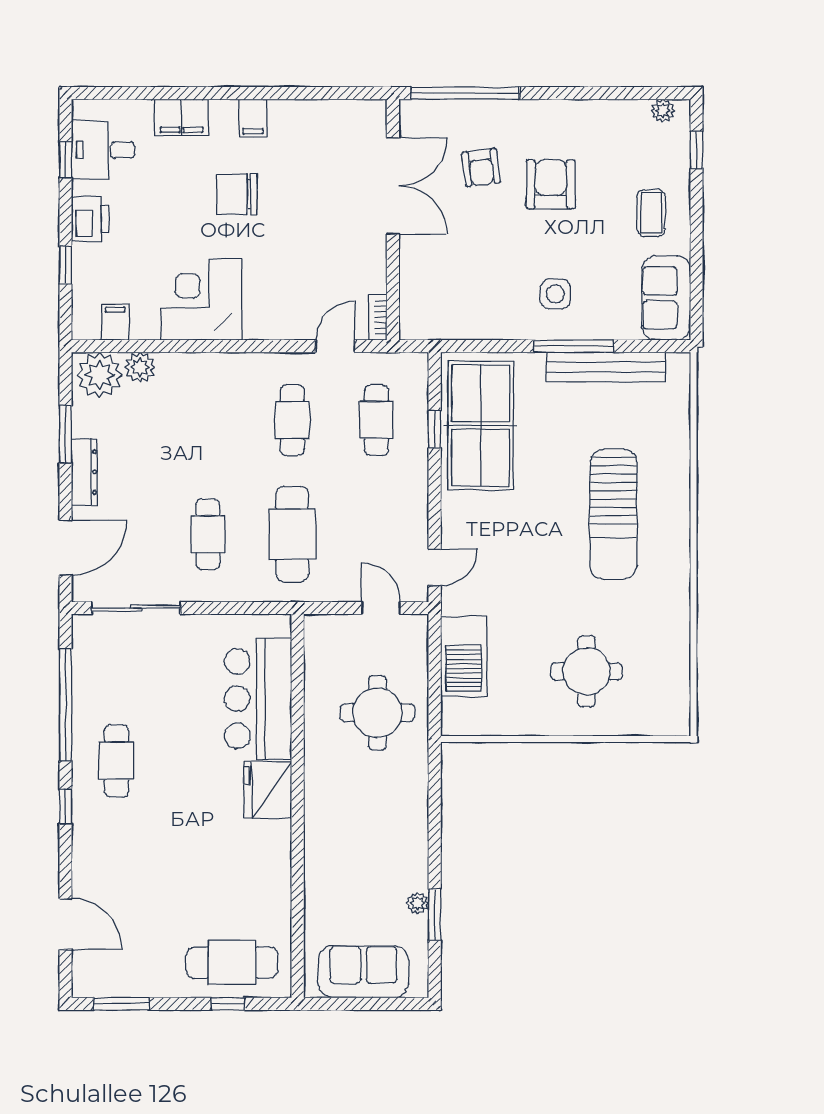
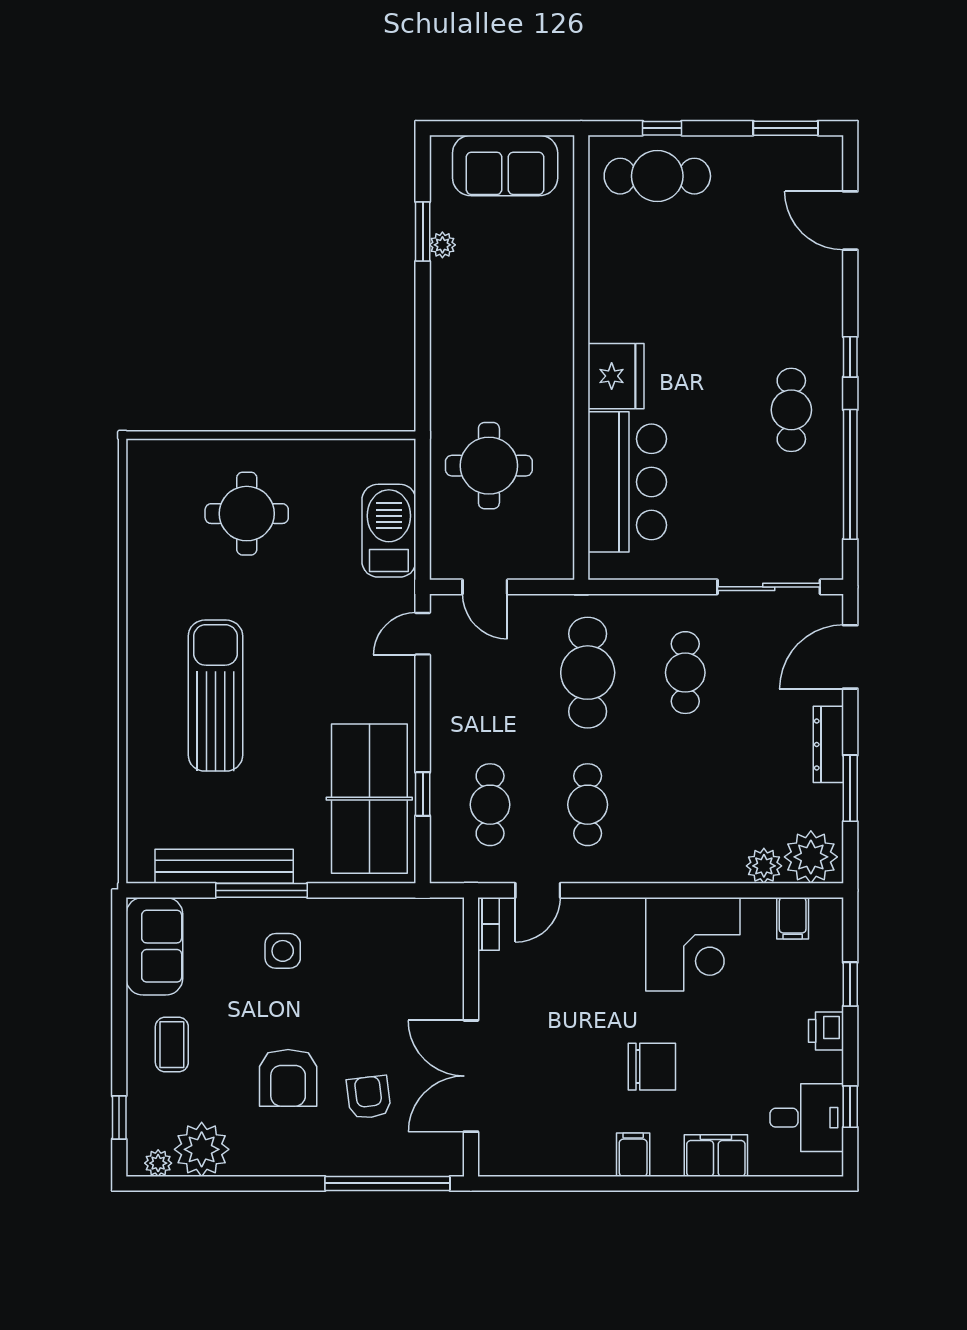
plant: (625, 123) -> (202, 1149), added
printer: (90, 219) -> (826, 1031), width x0.73, depth x0.81

